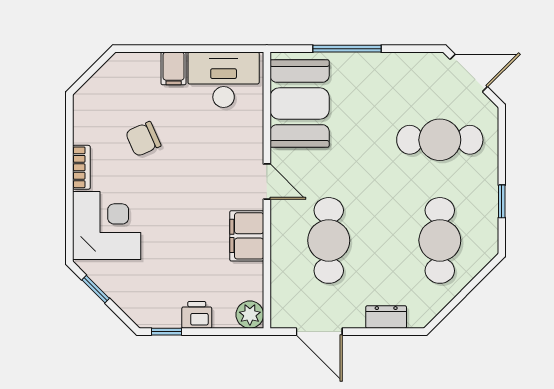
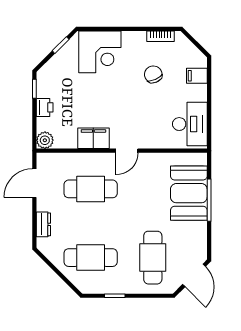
filing cabinet: (174, 68) -> (197, 76), moved
booth: (300, 104) -> (189, 193), moved, turned 90
bookcase: (81, 167) -> (160, 36), moved

